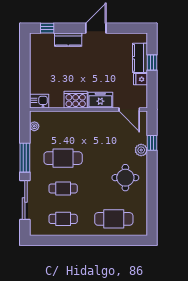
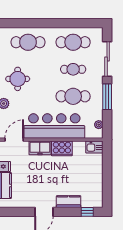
door: (129, 109) -> (14, 140), hinge flipped
bar counter: (84, 125) -> (54, 126), added
cafe table: (63, 219) -> (73, 42), width x1.37, depth x1.35

